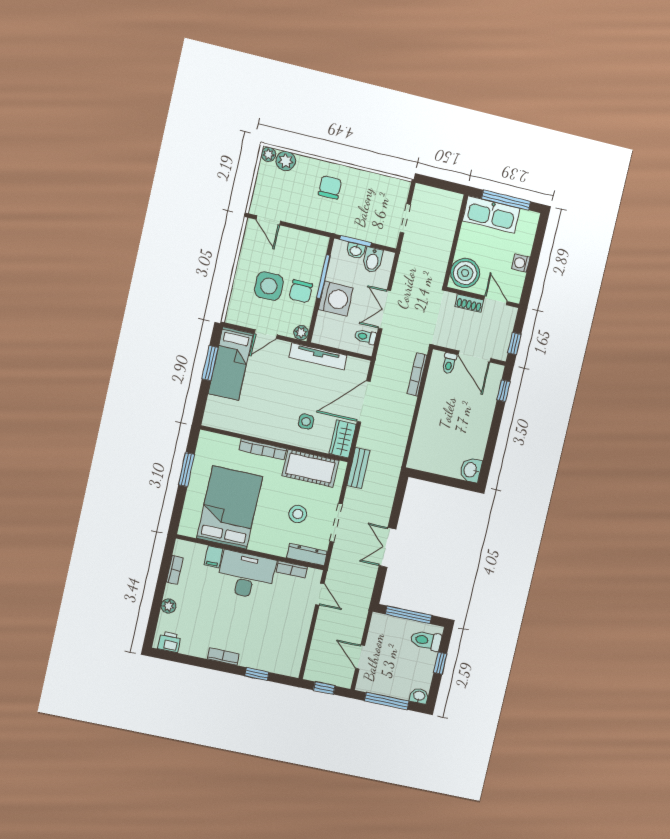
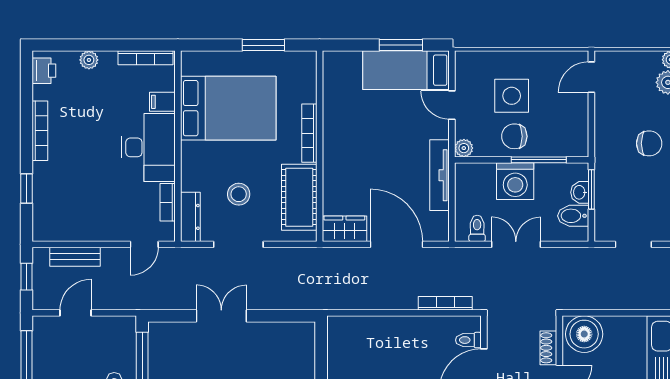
side table: (306, 422) -> (356, 179), removed
bench: (358, 468) -> (75, 257), moved
bookcase: (175, 570) -> (146, 58), width x1.56
bookcase: (223, 656) -> (40, 131), width x1.56

